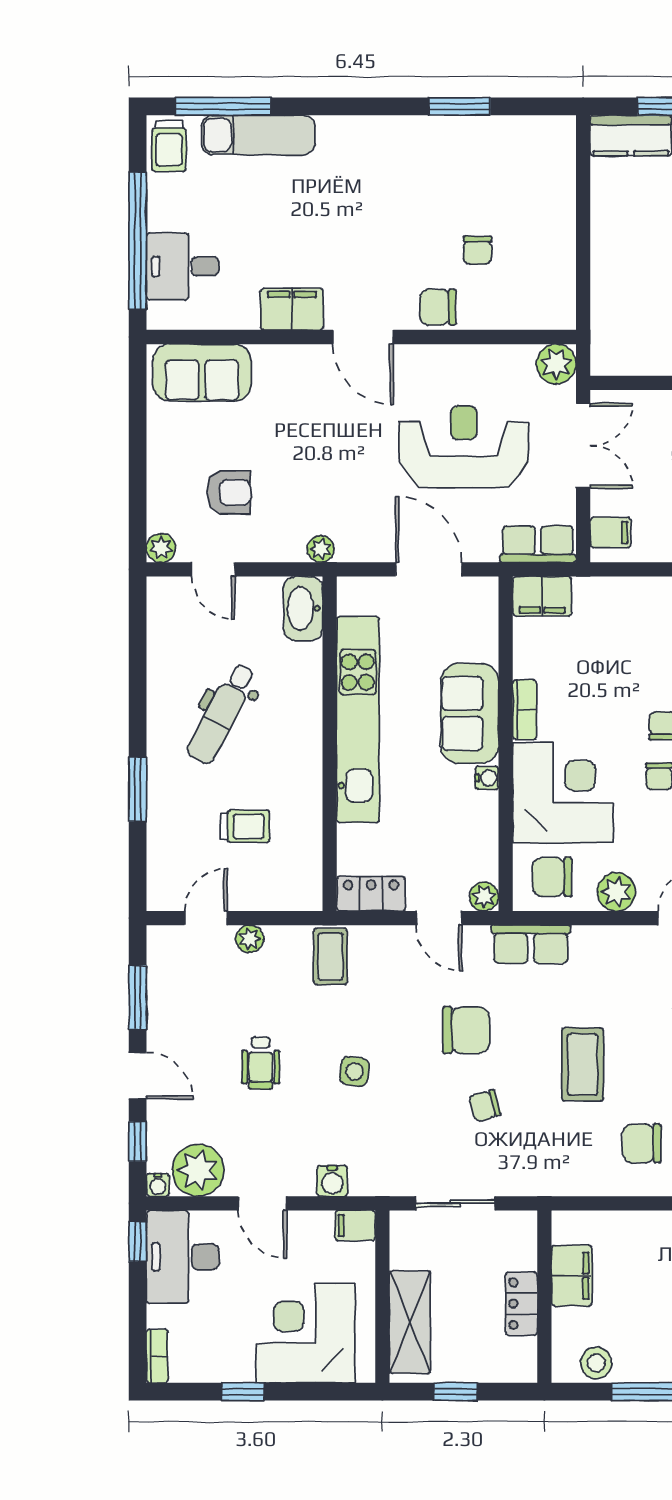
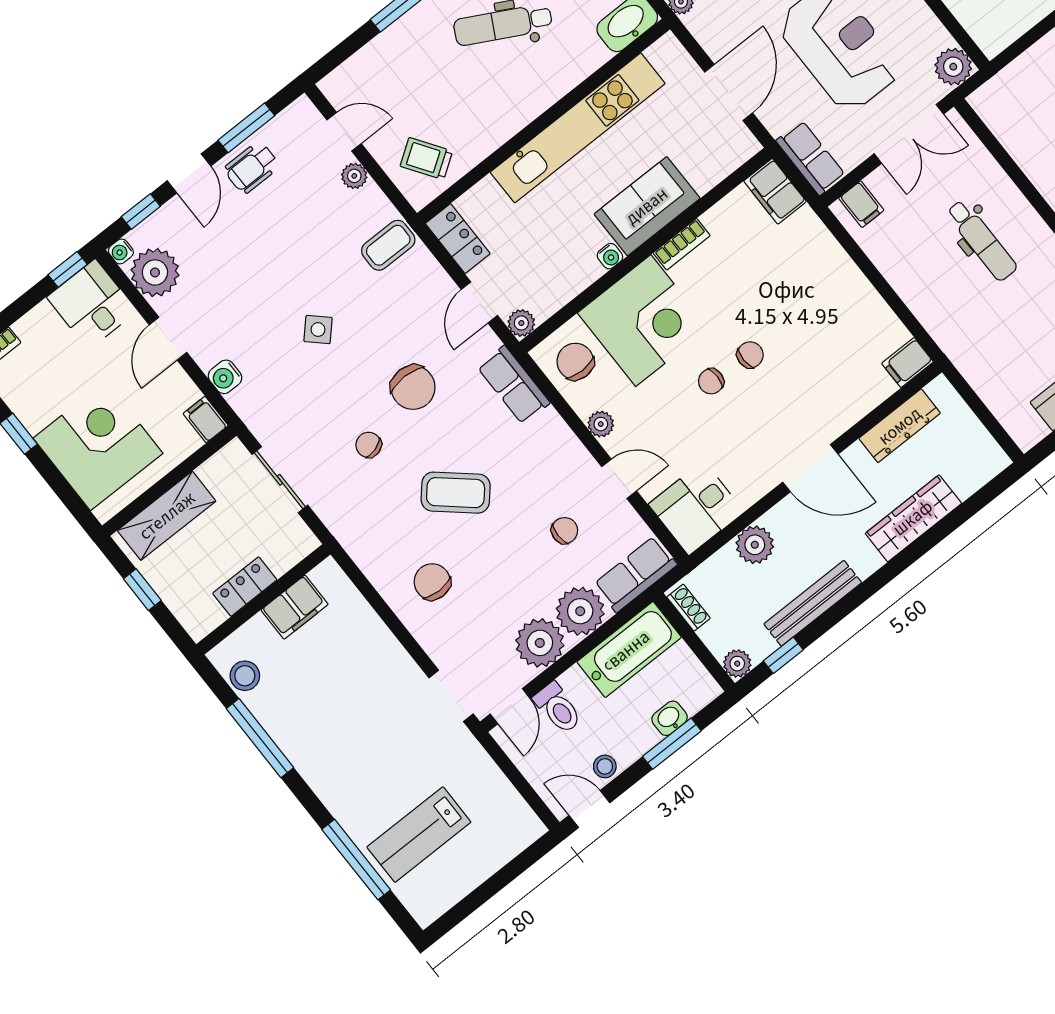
trolley: (245, 826) -> (426, 159), moved, turned 146
plant: (616, 892) -> (601, 424), width x0.73, depth x0.73
wheelchair: (261, 1063) -> (252, 168), moved
coffee table: (583, 1064) -> (456, 493), turned 41
side table: (354, 1071) -> (318, 330), turned 36
desk: (183, 1257) -> (92, 304), width x0.73

